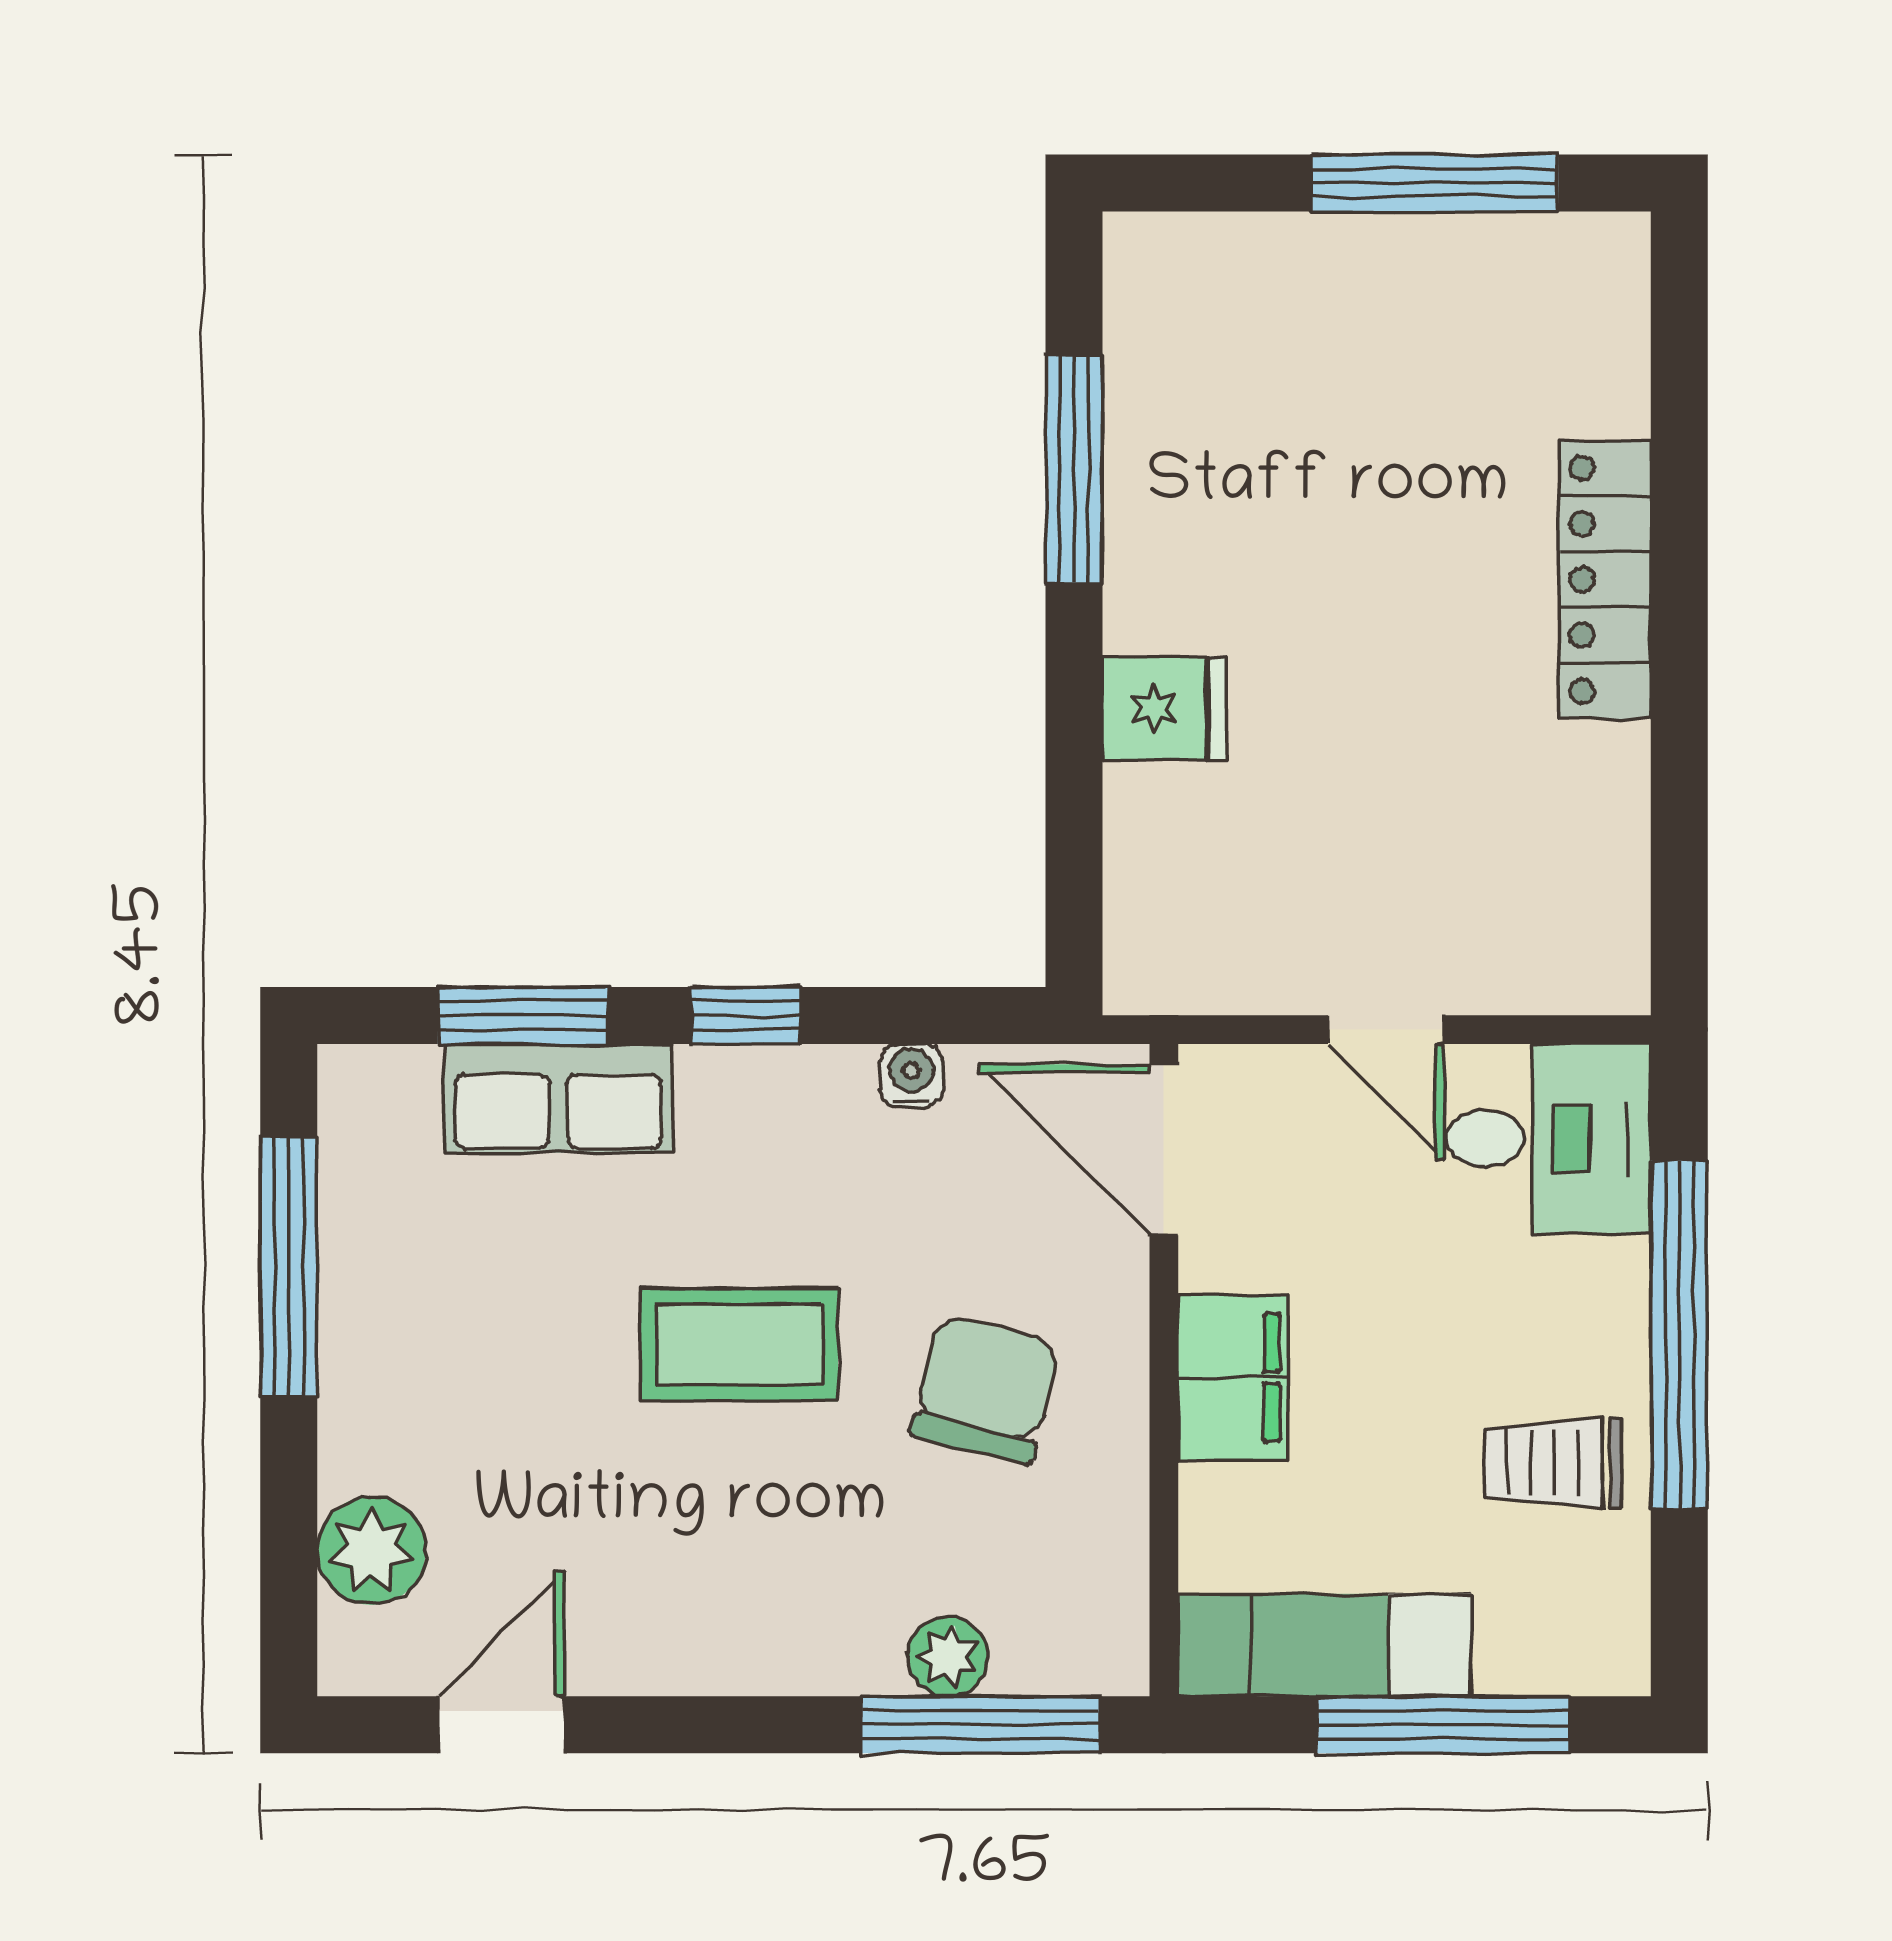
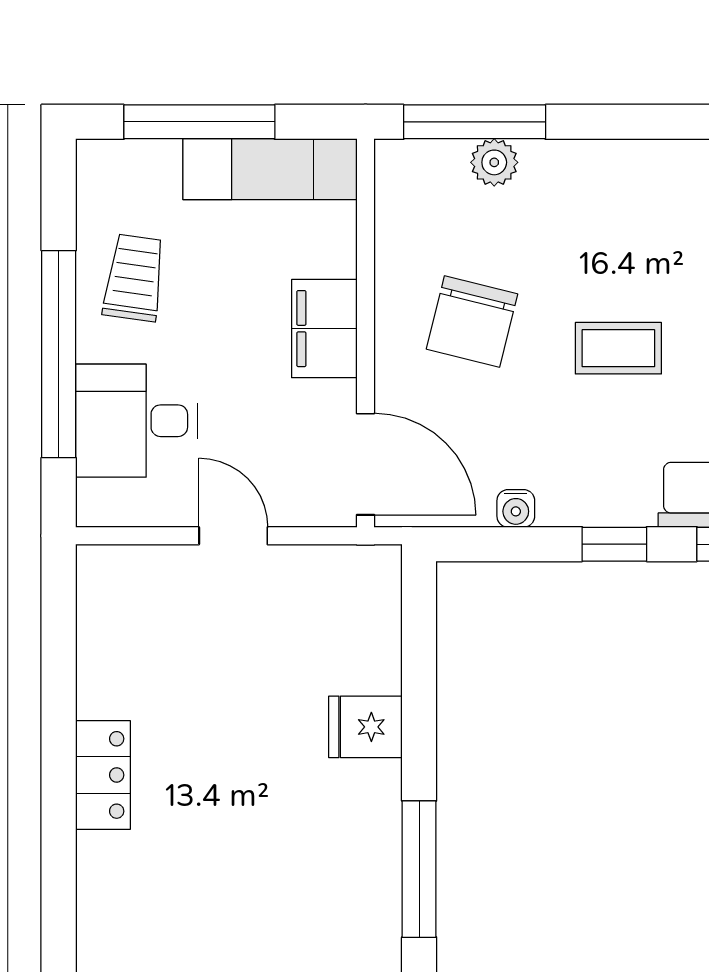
locker: (1605, 580) -> (103, 775), width x0.66
desk: (1549, 1139) -> (136, 421), moved
coffee table: (739, 1345) -> (618, 348), width x0.73, depth x0.77
trolley: (1552, 1463) -> (134, 278), turned -82

